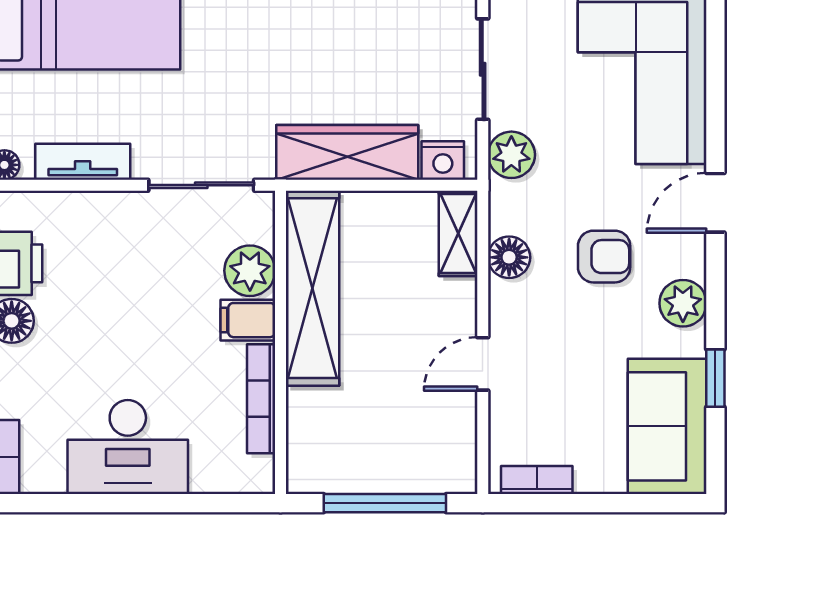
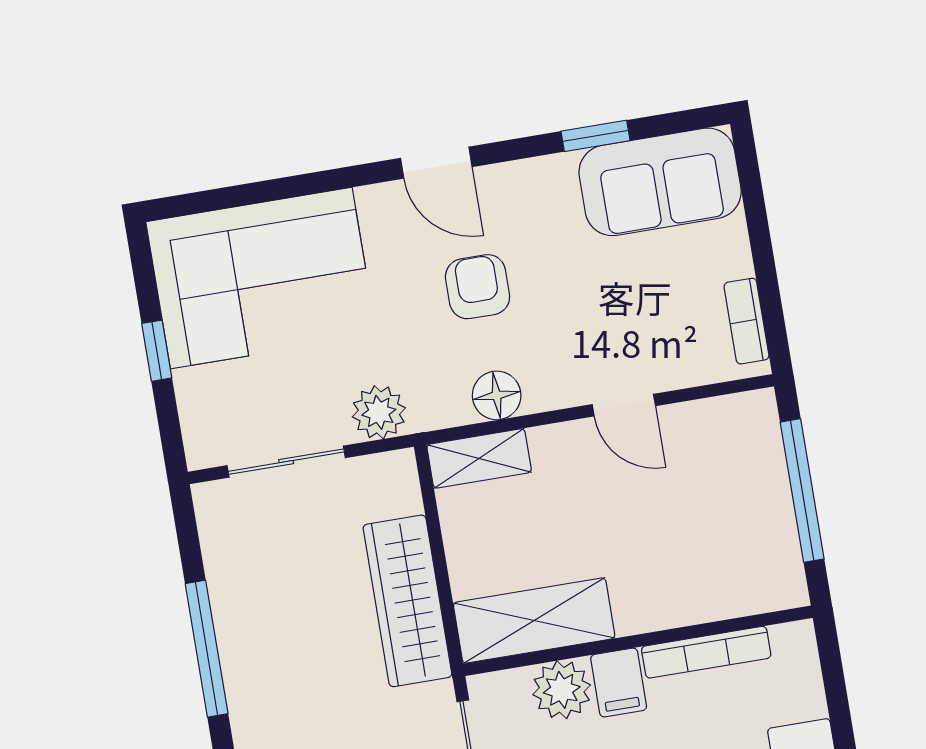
nightstand: (443, 160) -> (398, 490), removed
door: (715, 203) -> (436, 163), moved
shelving: (313, 288) -> (534, 621), width x0.68
plant: (683, 303) -> (516, 187), removed

